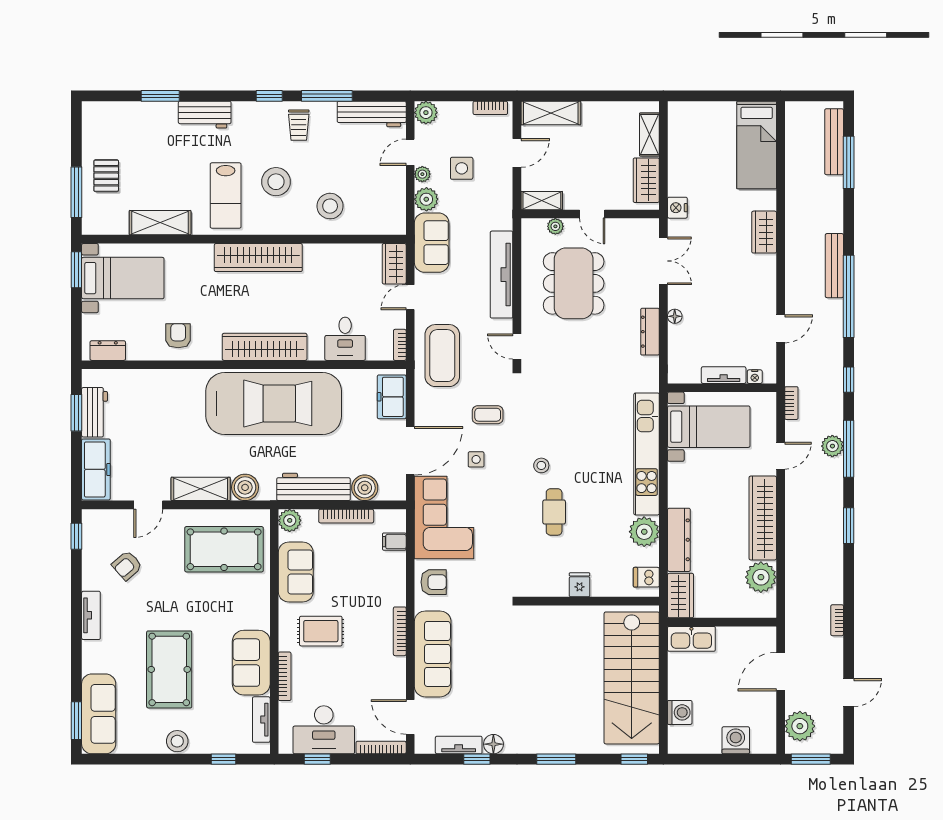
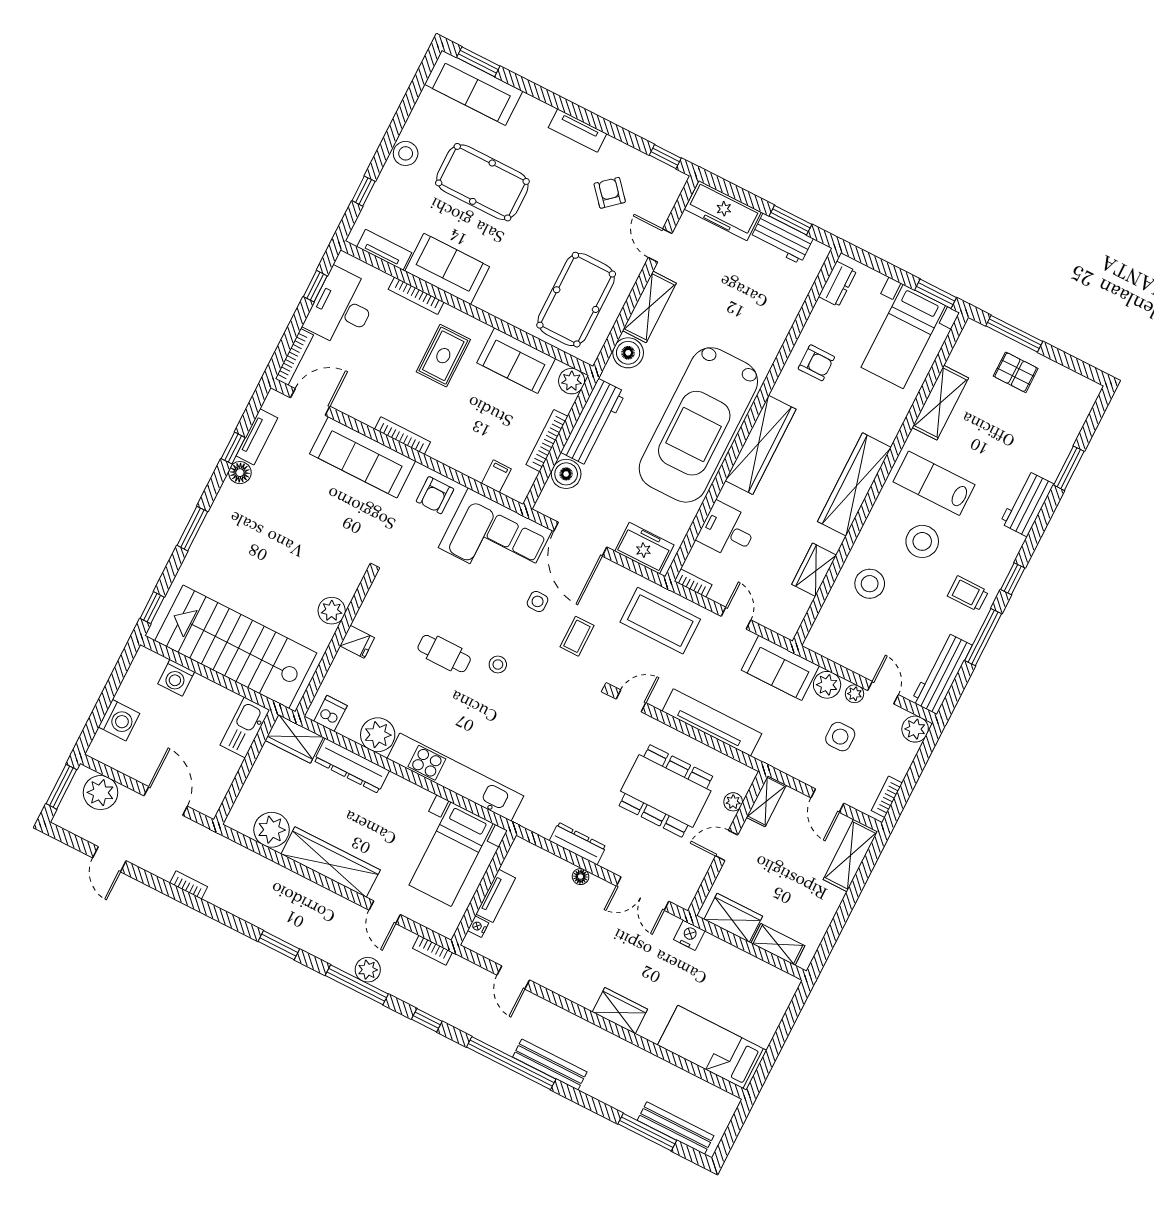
wardrobe: (394, 264) -> (814, 570), moved, turned -90
plant: (565, 617) -> (332, 611), added

